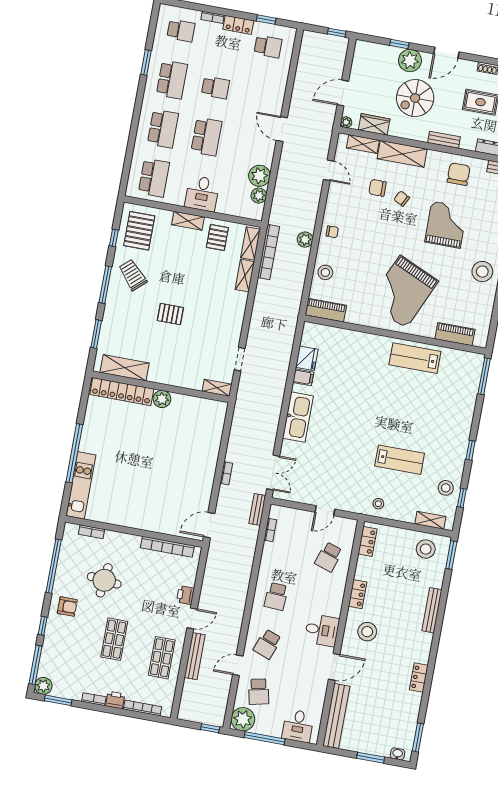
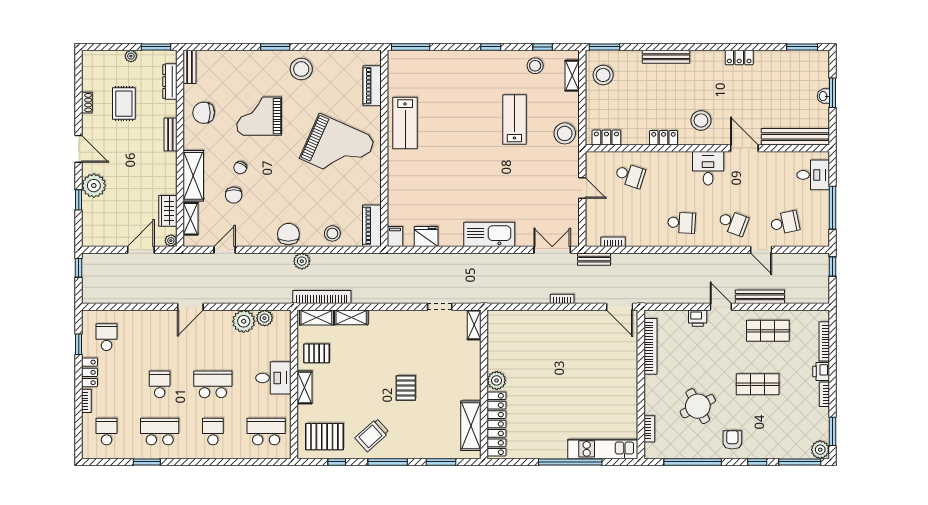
door: (343, 93) -> (141, 250), swing flipped
spiral stairs: (415, 98) -> (132, 173), removed
school desk: (163, 129) -> (213, 432), width x0.54
chair: (332, 232) -> (288, 234), width x1.87, depth x1.87
filing cabinet: (303, 377) -> (395, 236), moved
stool: (378, 504) -> (565, 133), width x1.89, depth x1.89
round table: (104, 580) -> (698, 406), turned -34
plant: (243, 719) -> (817, 234), removed
washbasin: (398, 754) -> (823, 96), moved

